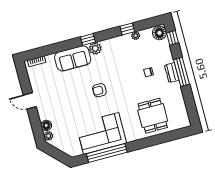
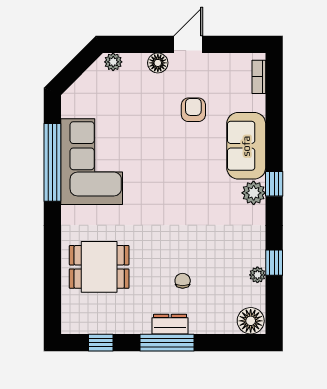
window: (172, 38) -> (101, 343), moved
armchair: (99, 90) -> (193, 110), moved
floor lamp: (46, 125) -> (158, 63), moved

